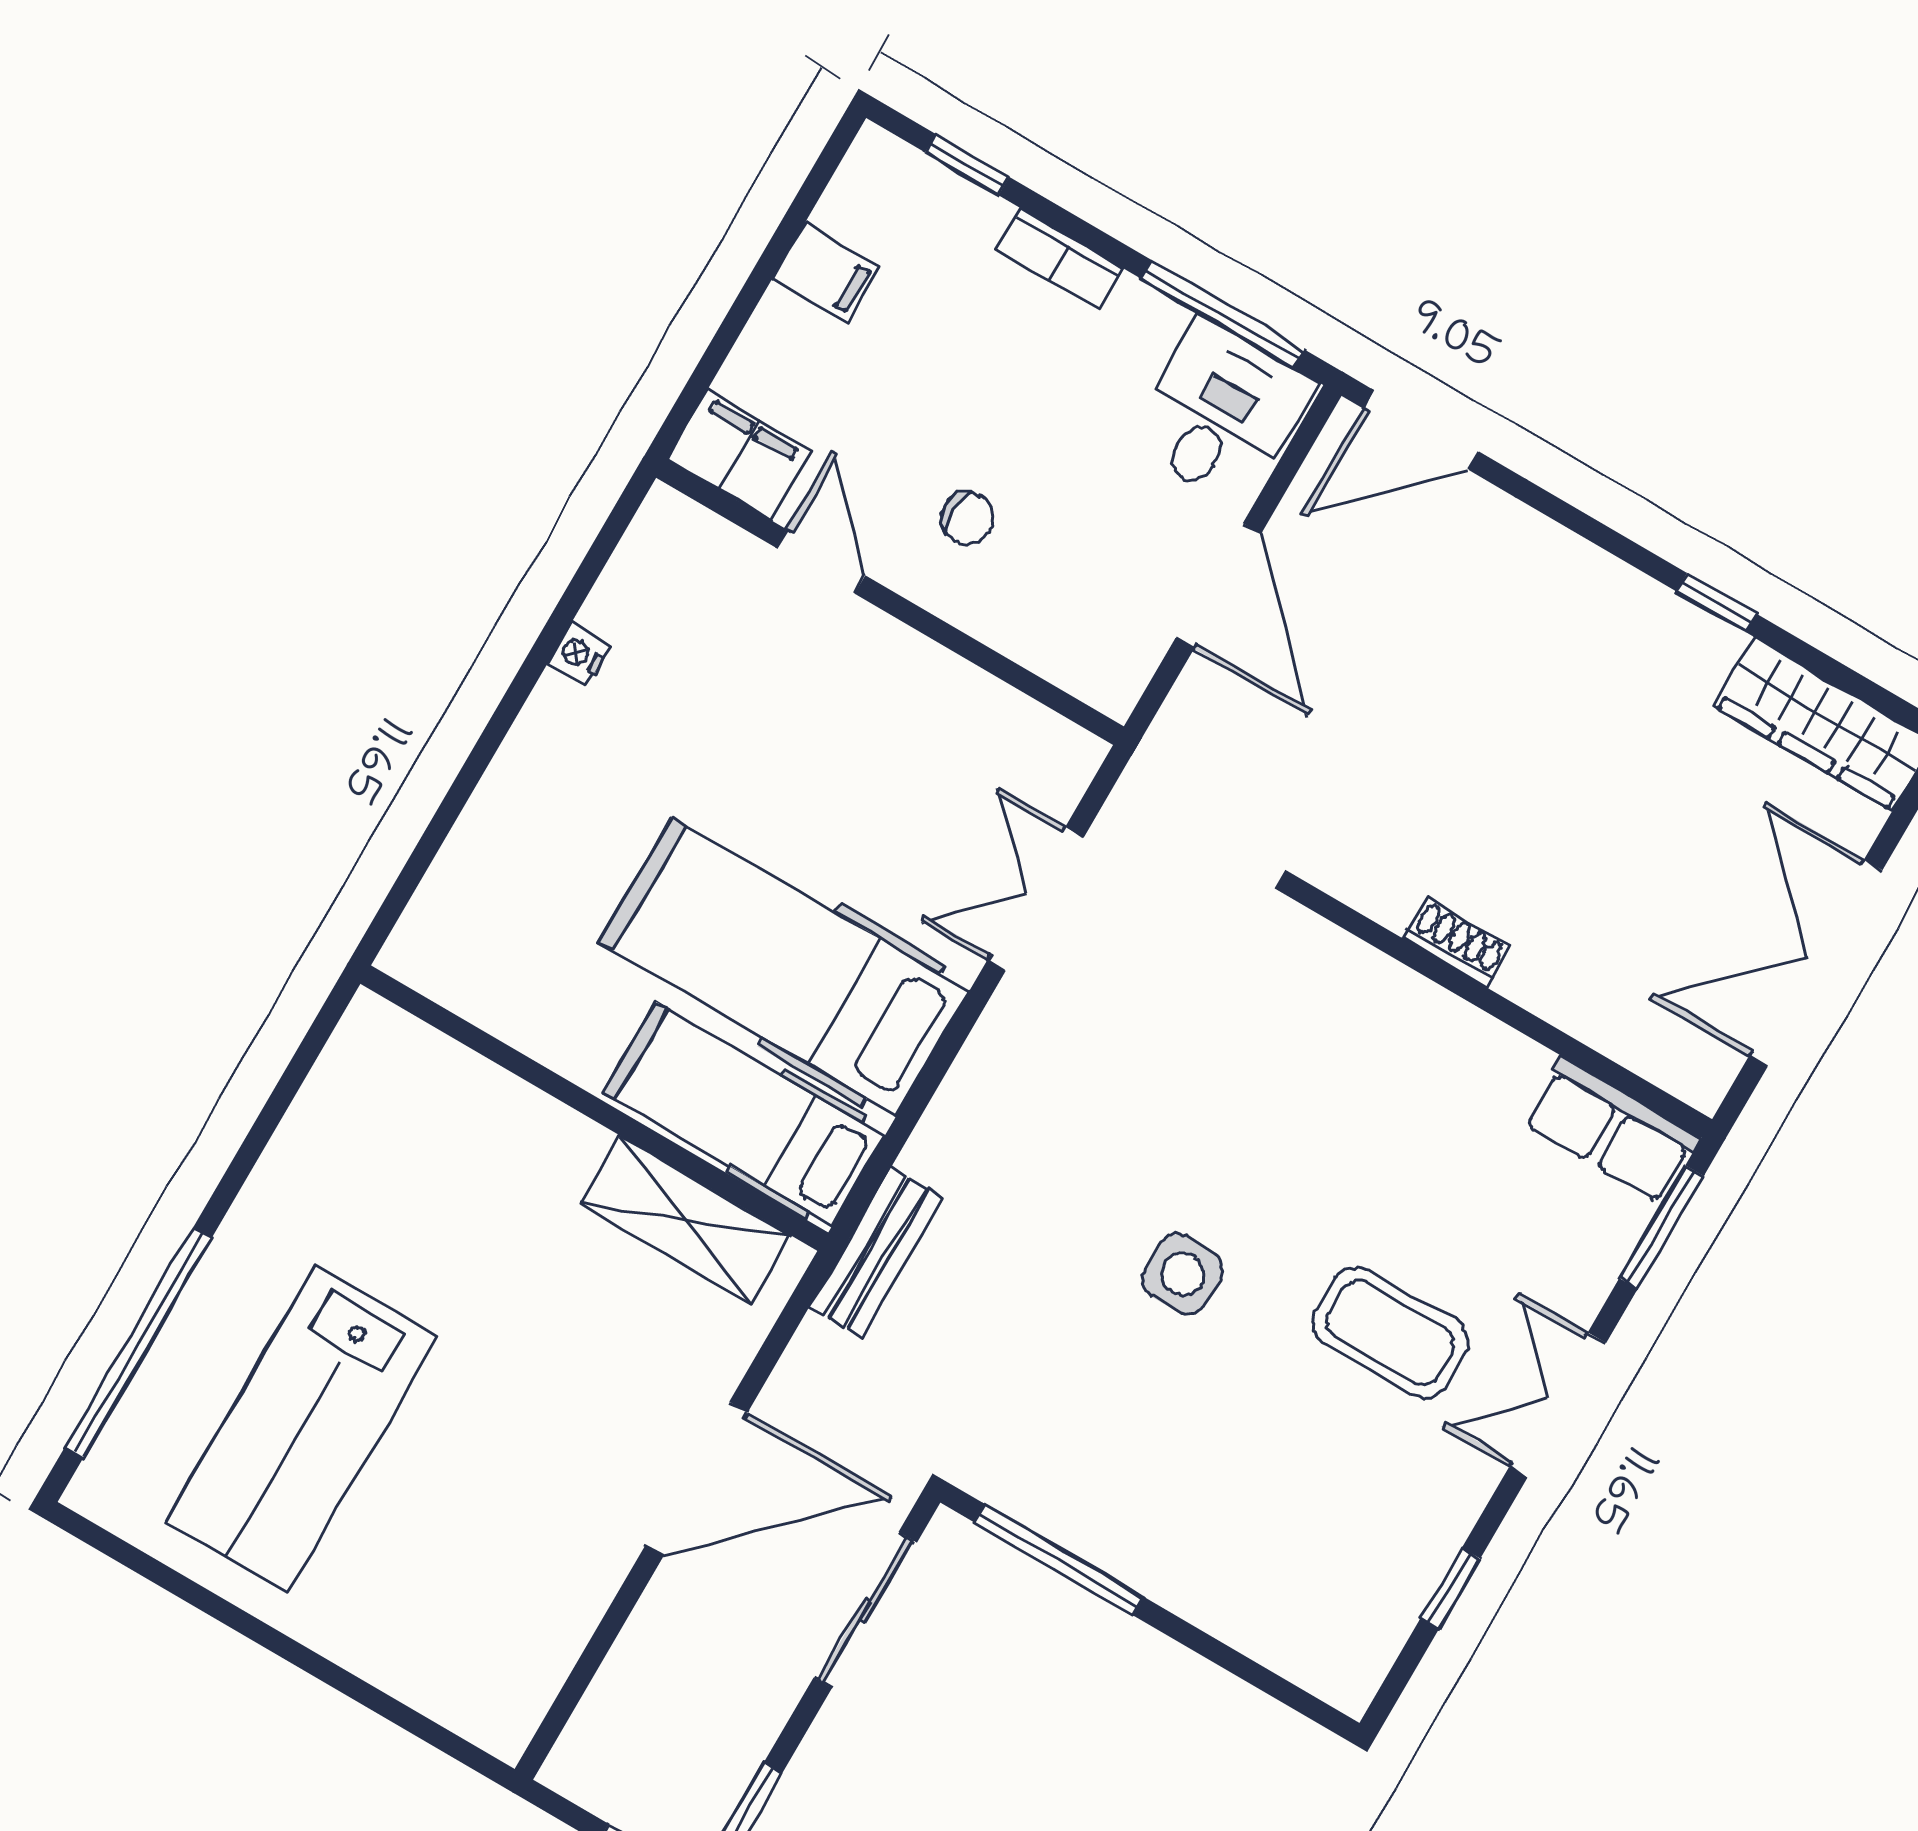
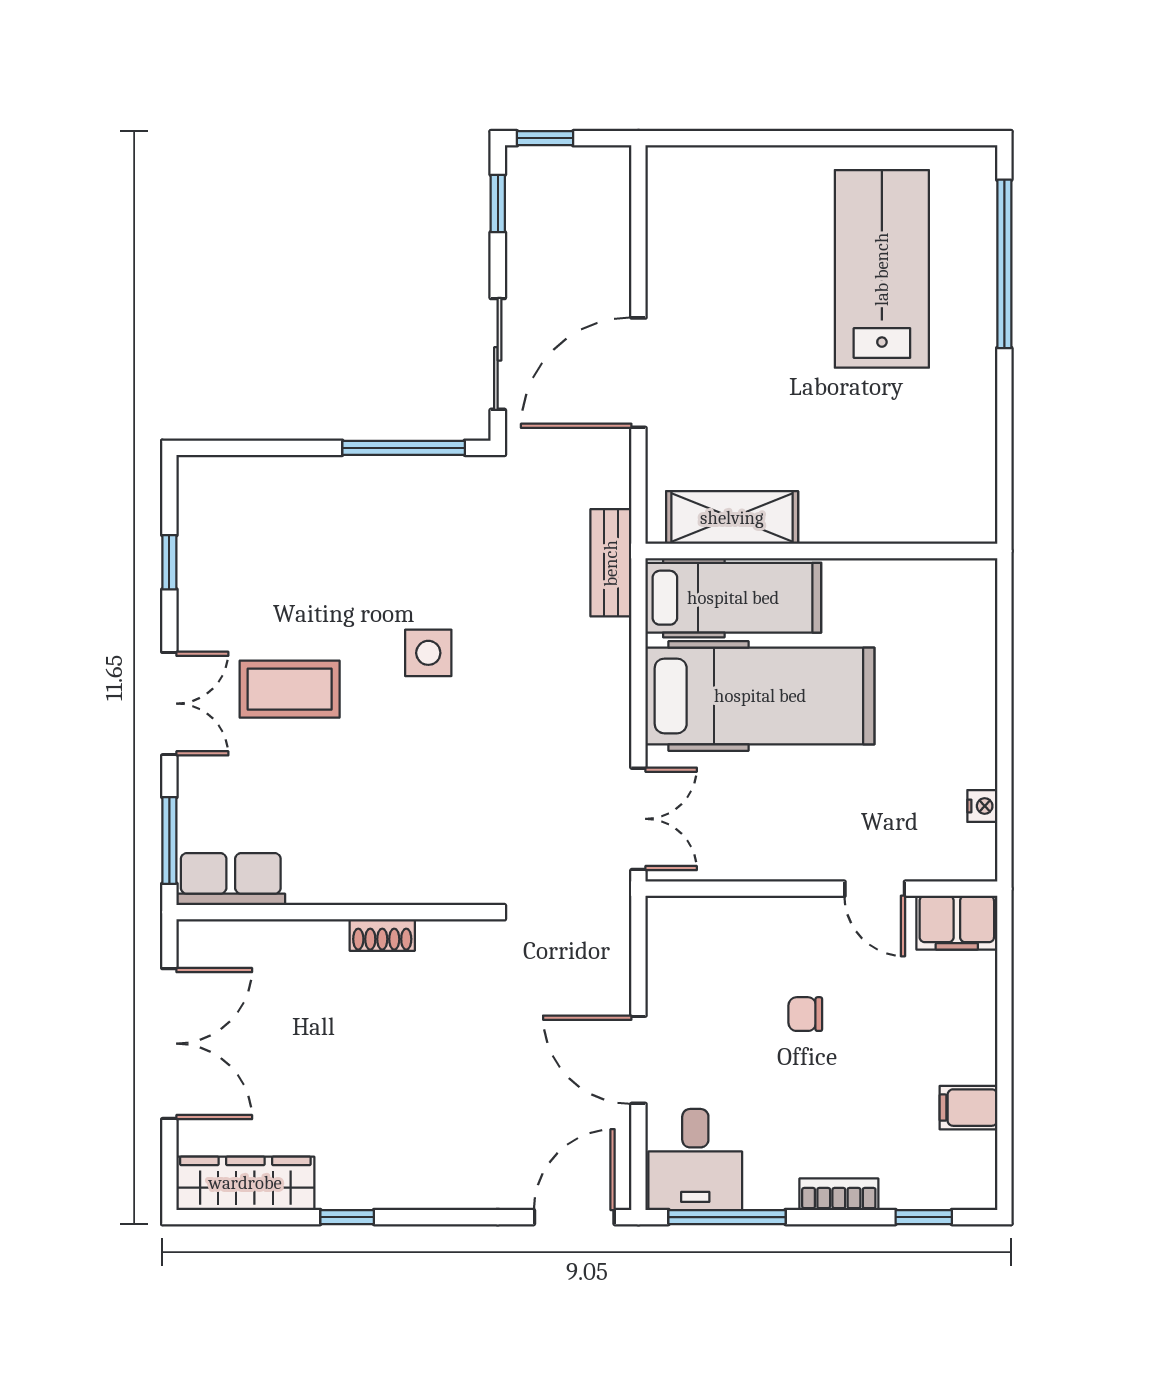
filing cabinet: (740, 455) -> (957, 923), moved
door: (821, 562) -> (875, 889), moved
wall: (890, 602) -> (821, 889), moved

